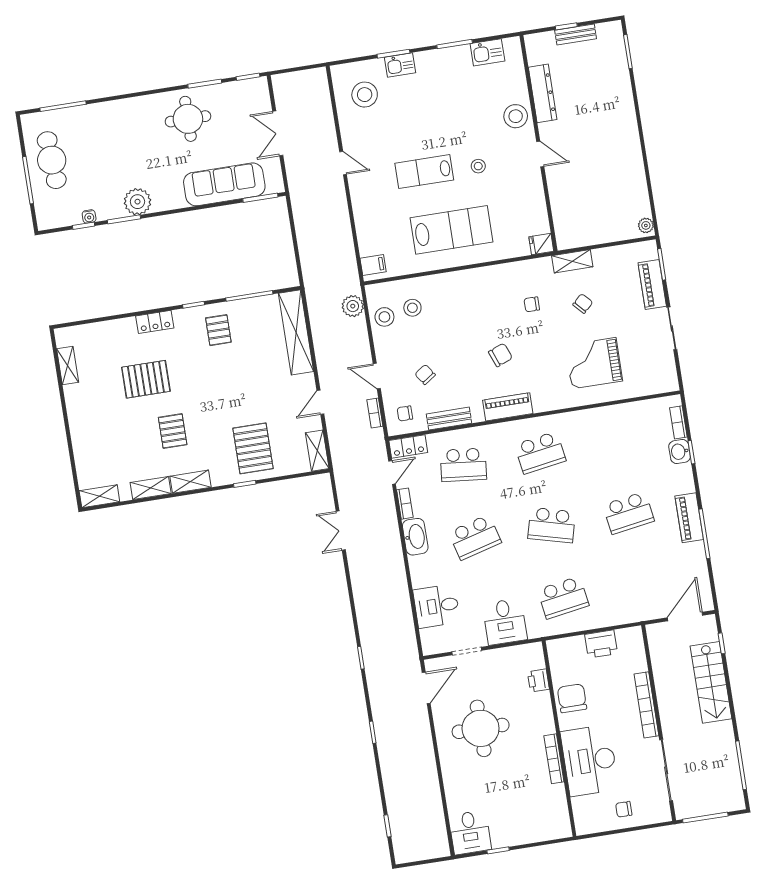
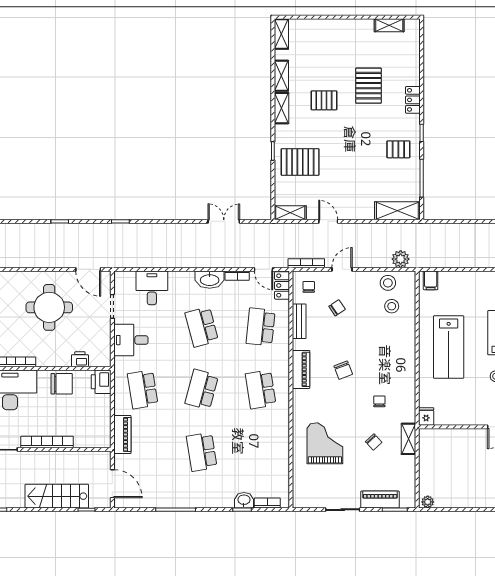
shelving: (296, 332) -> (397, 211), width x0.68
bookcase: (375, 413) -> (306, 263), width x1.56
piano: (689, 518) -> (122, 435), moved, turned 90
printer: (601, 644) -> (101, 382), moved

